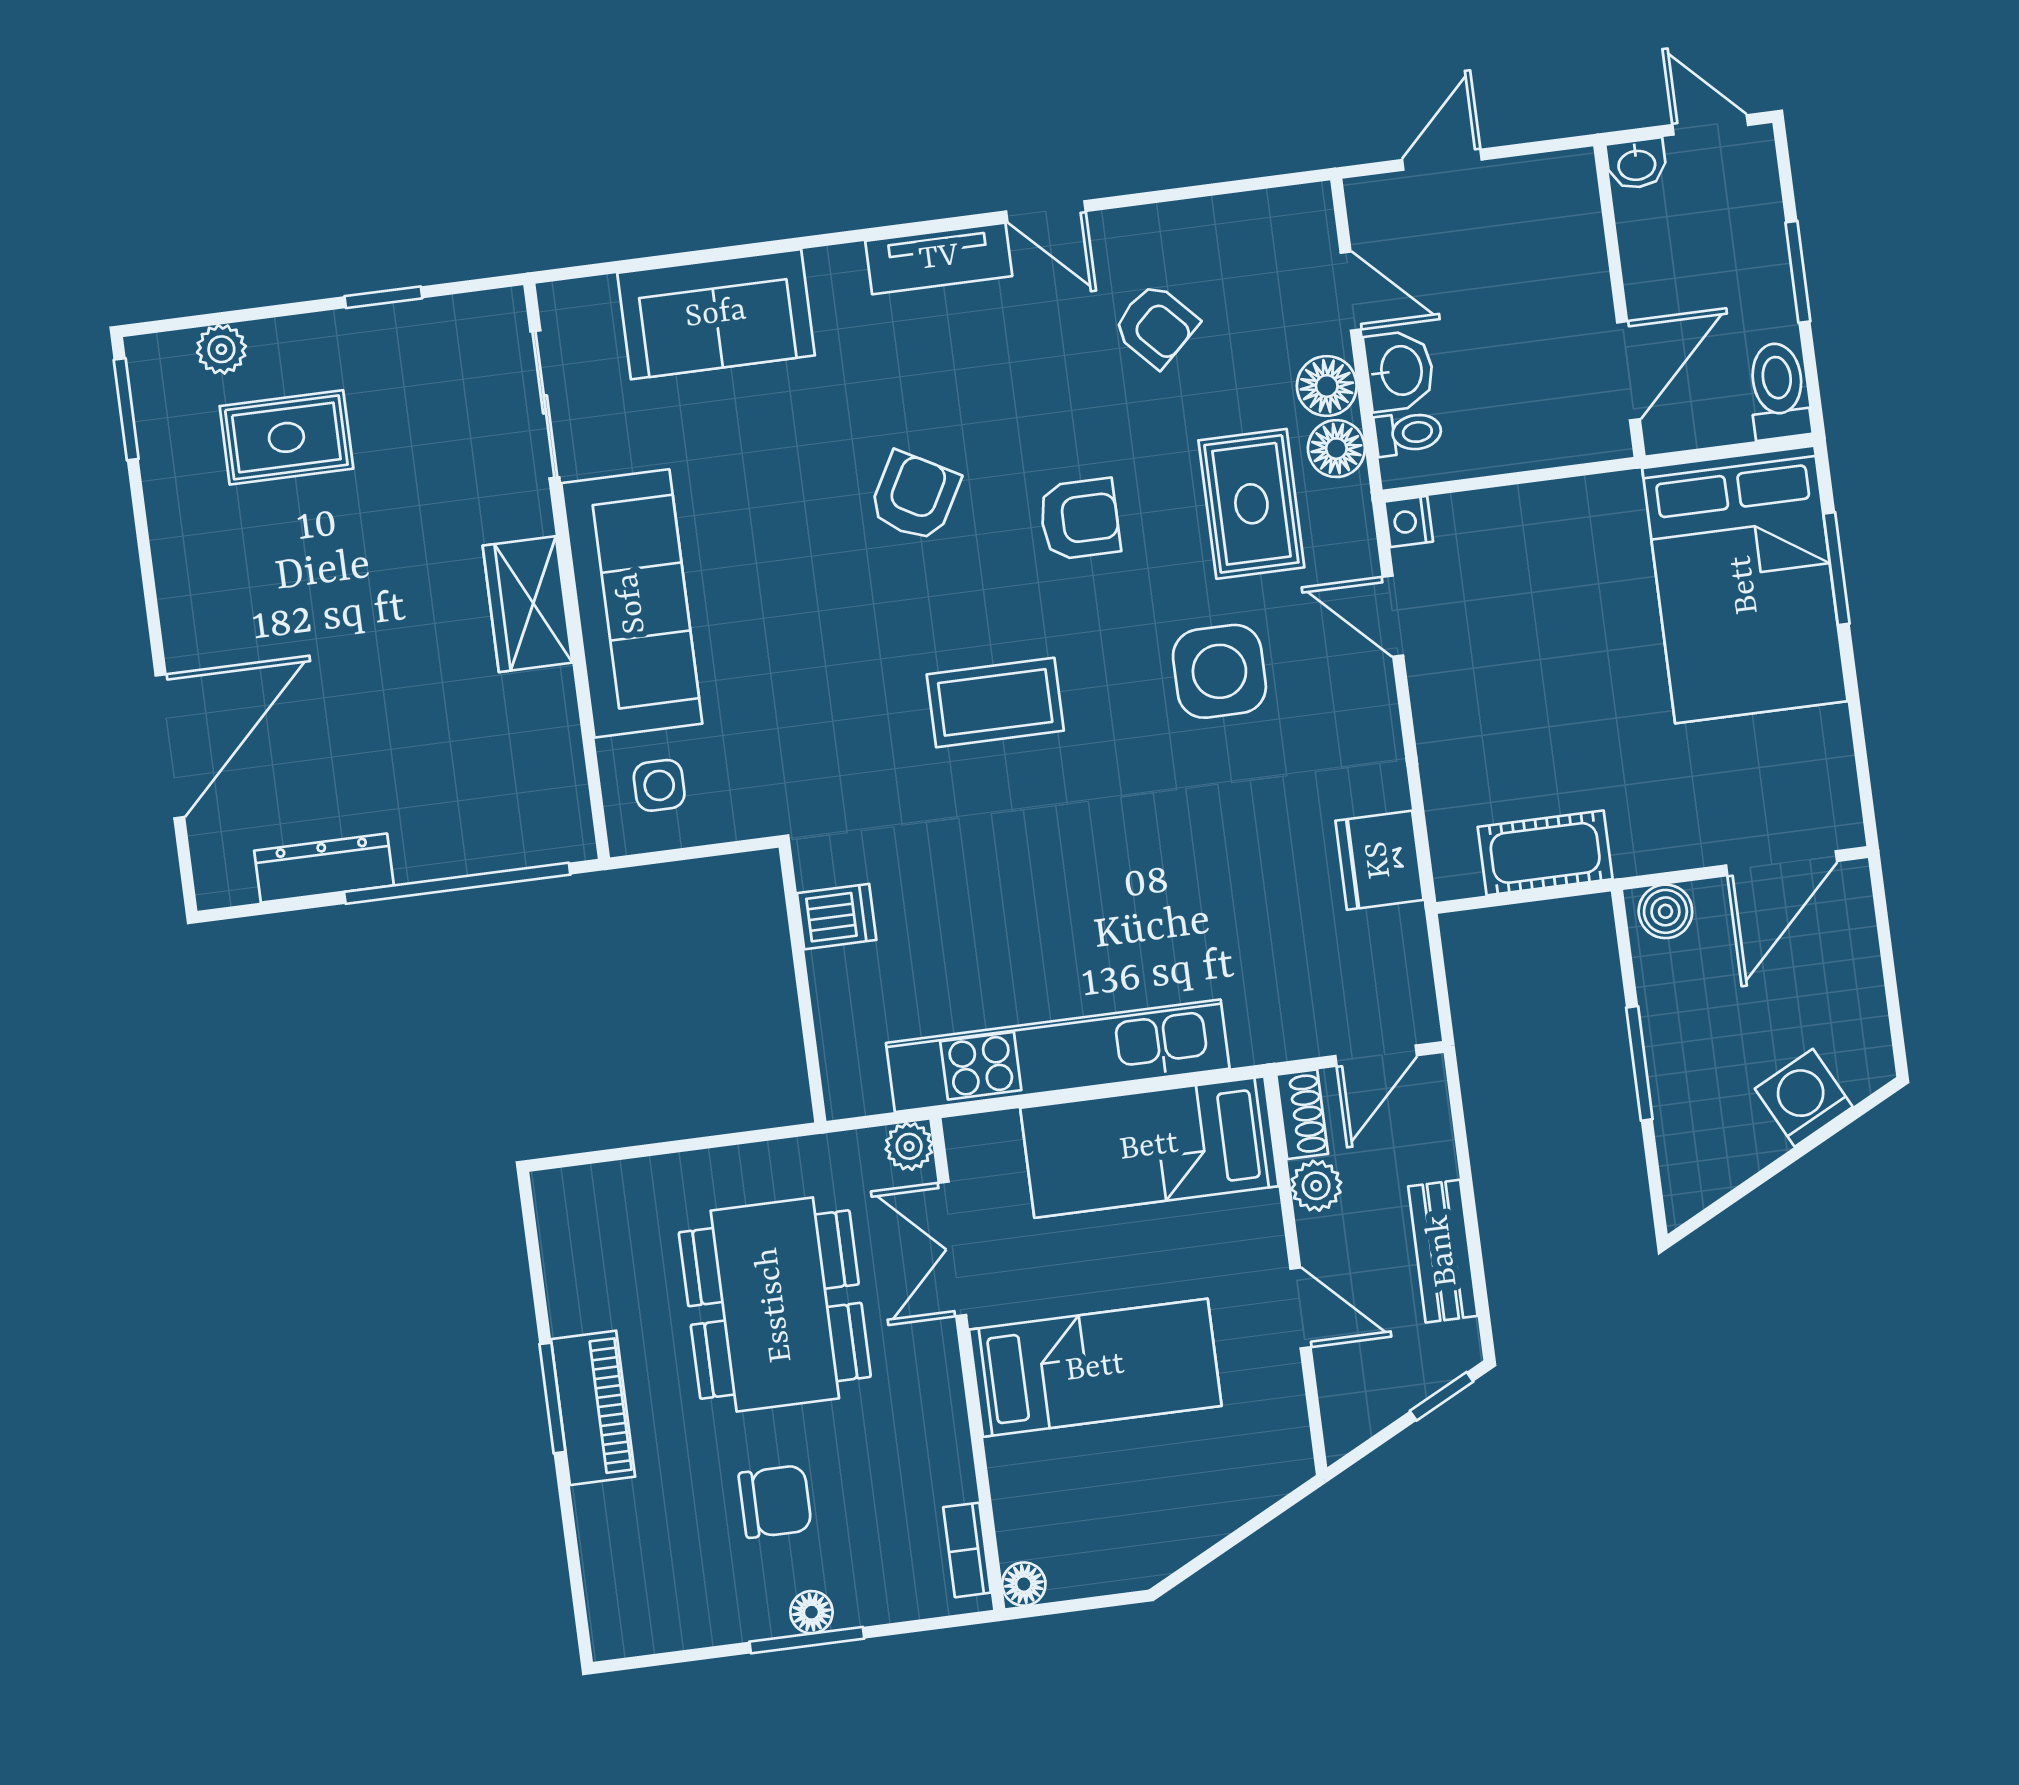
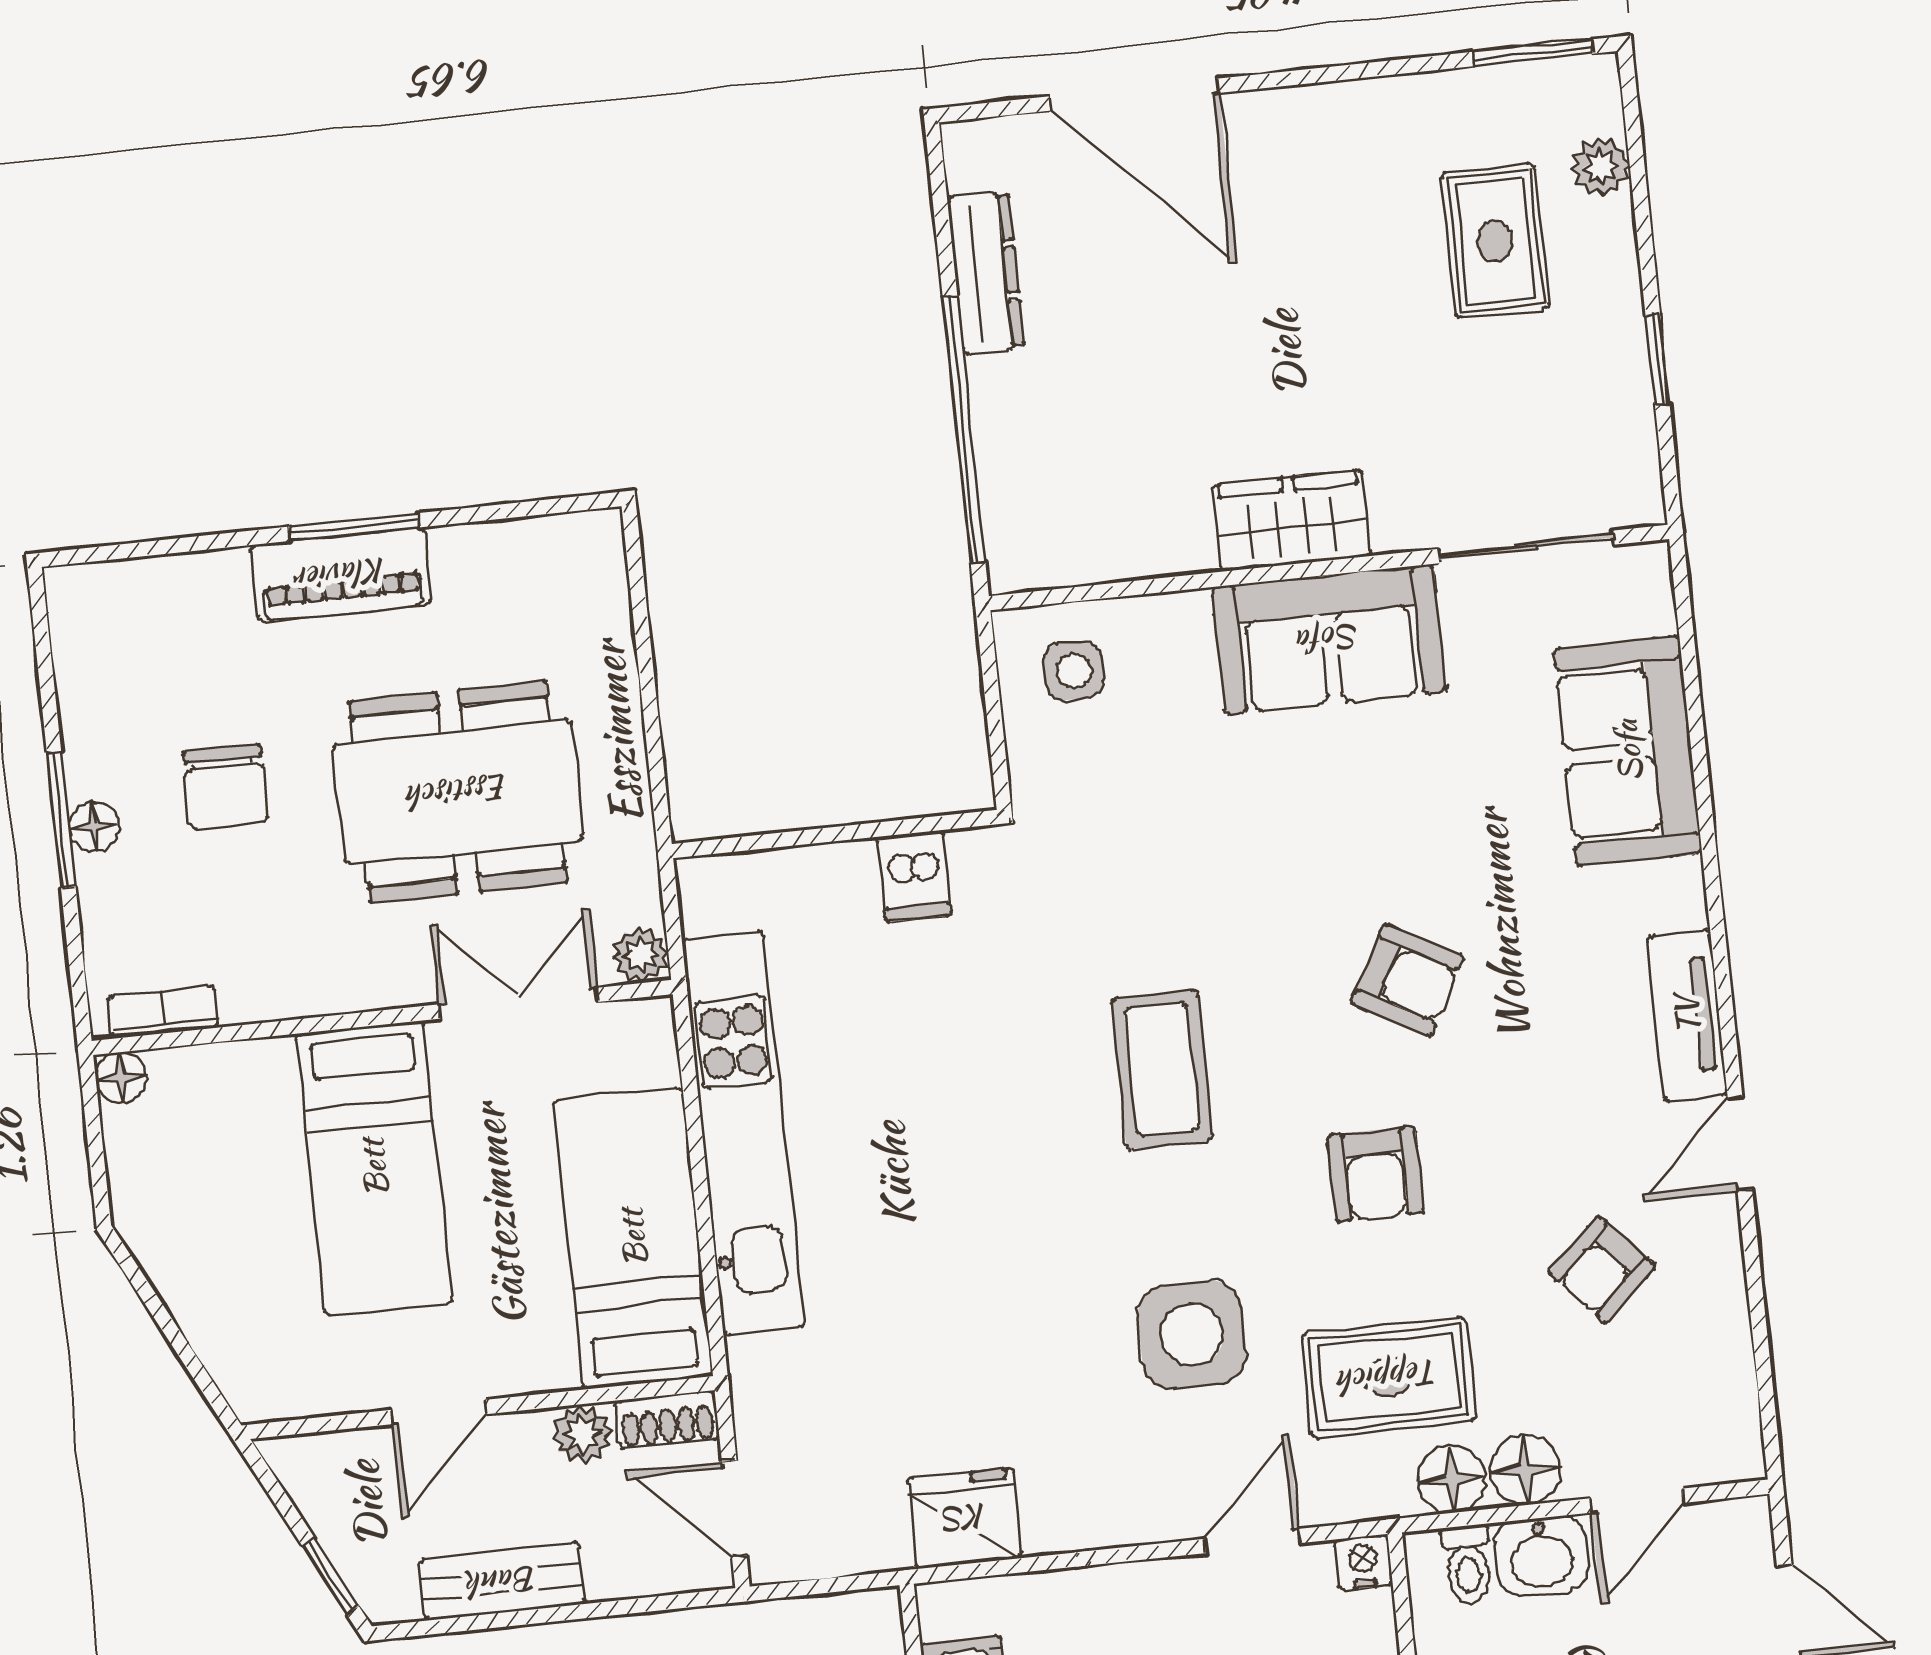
sofa: (632, 603) -> (1329, 639), width x0.73

